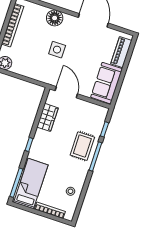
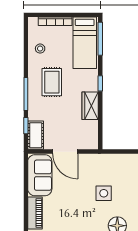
door: (66, 92) -> (65, 152), moved
wardrobe: (47, 117) -> (90, 106), moved
cot: (99, 118) -> (36, 135), added
rug: (82, 146) -> (52, 82), moved

